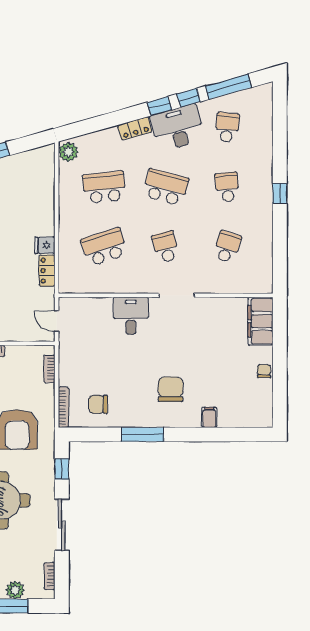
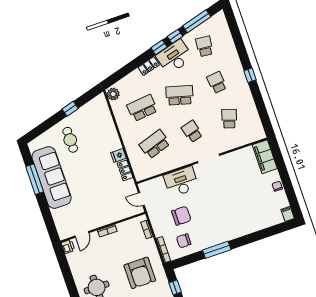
desk: (131, 316) -> (181, 182), width x1.37
chair: (171, 389) -> (181, 216), moved, turned 90
filing cabinet: (209, 417) -> (288, 214), moved

